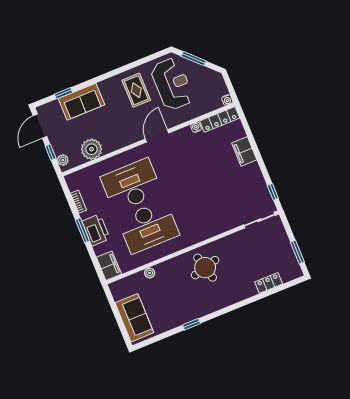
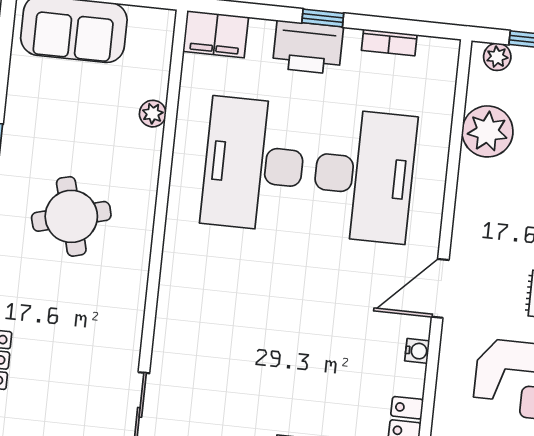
water cooler: (196, 127) -> (417, 351), moved
door: (157, 136) -> (440, 288), swing flipped
window: (82, 230) -> (323, 18), width x0.67
round table: (205, 268) -> (71, 216), moved

